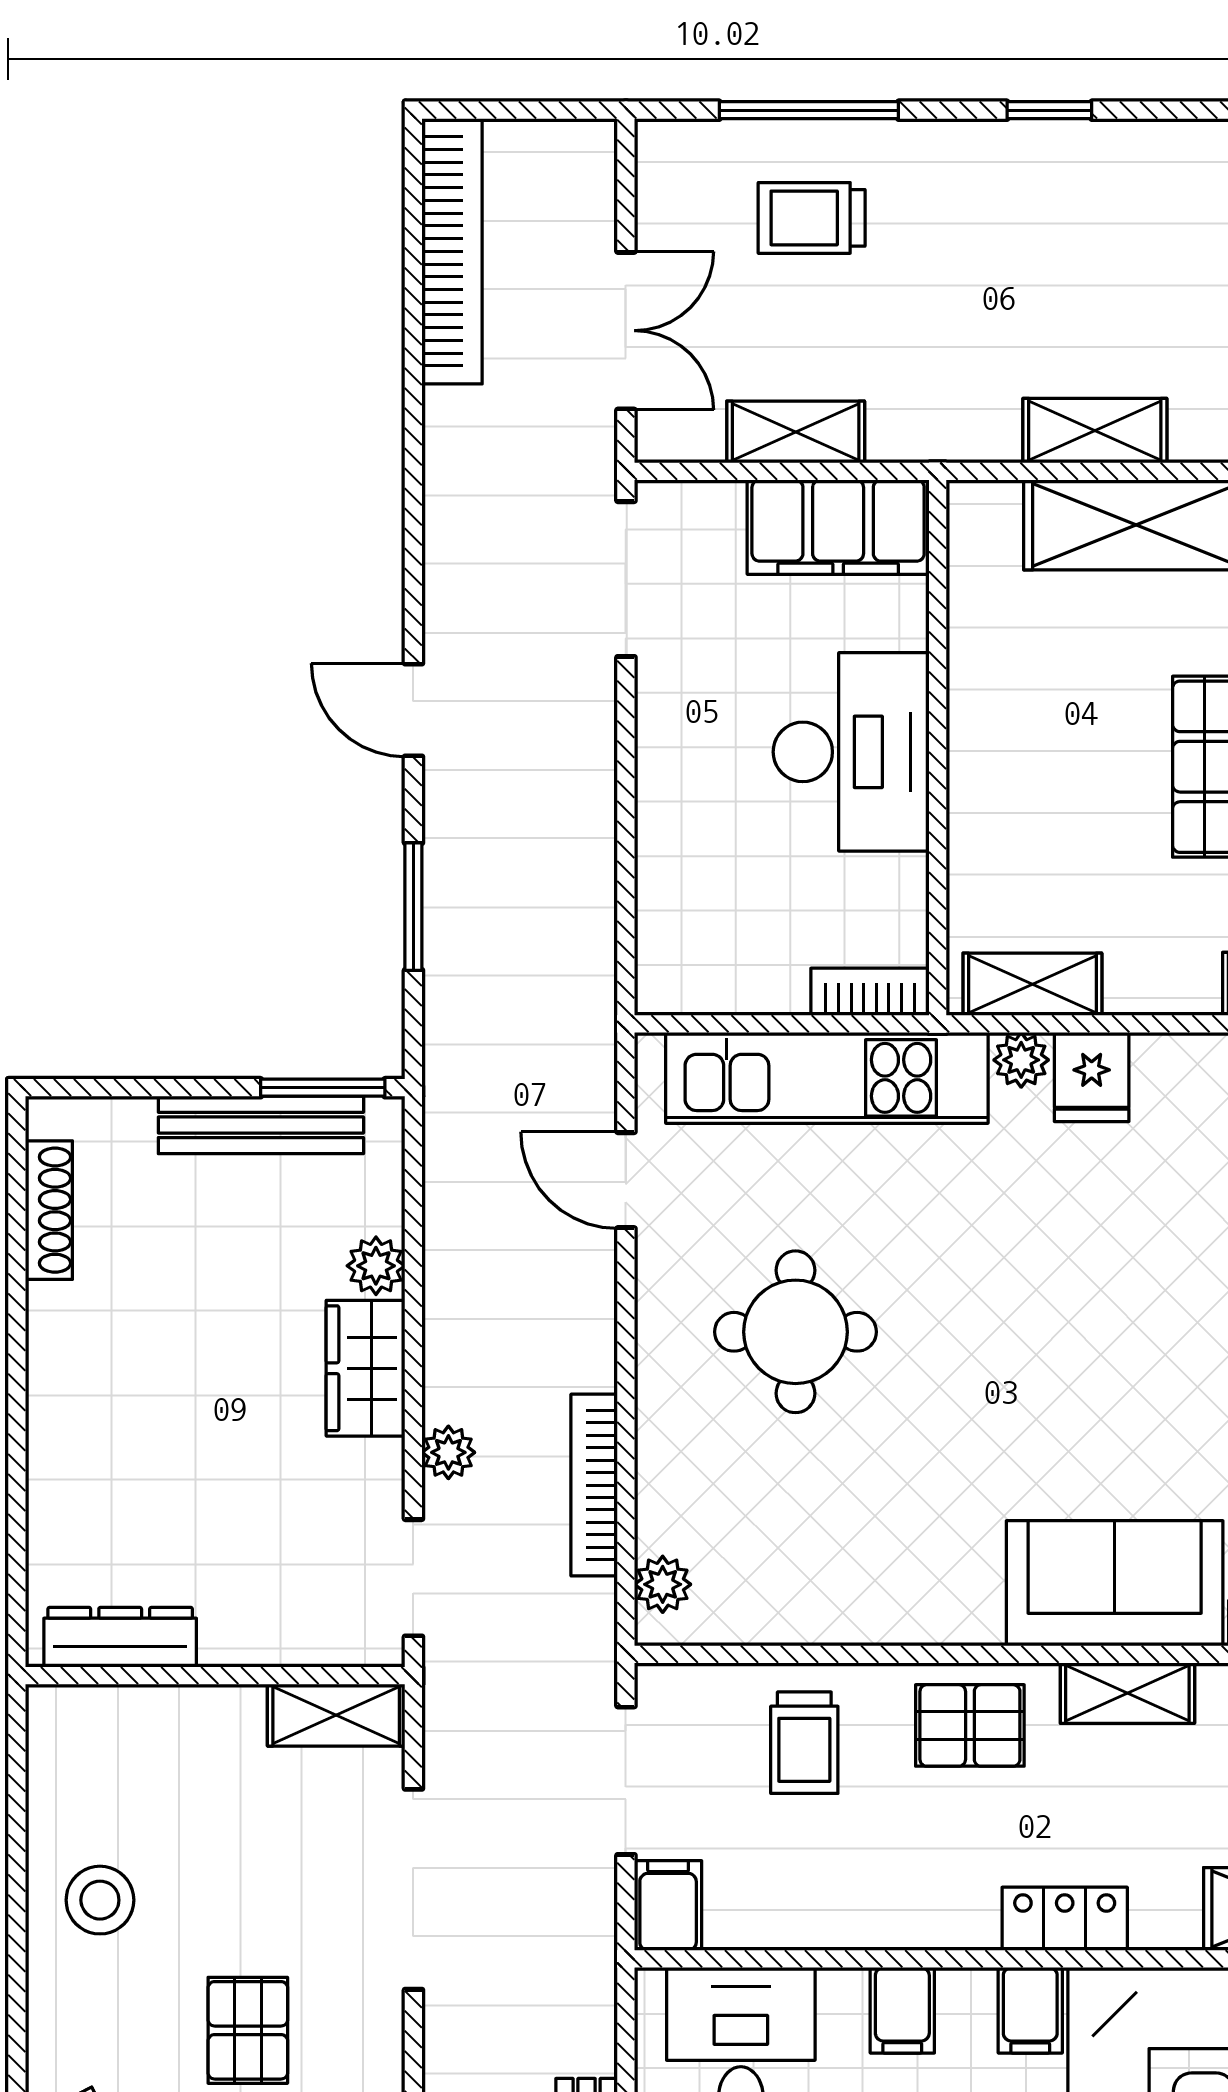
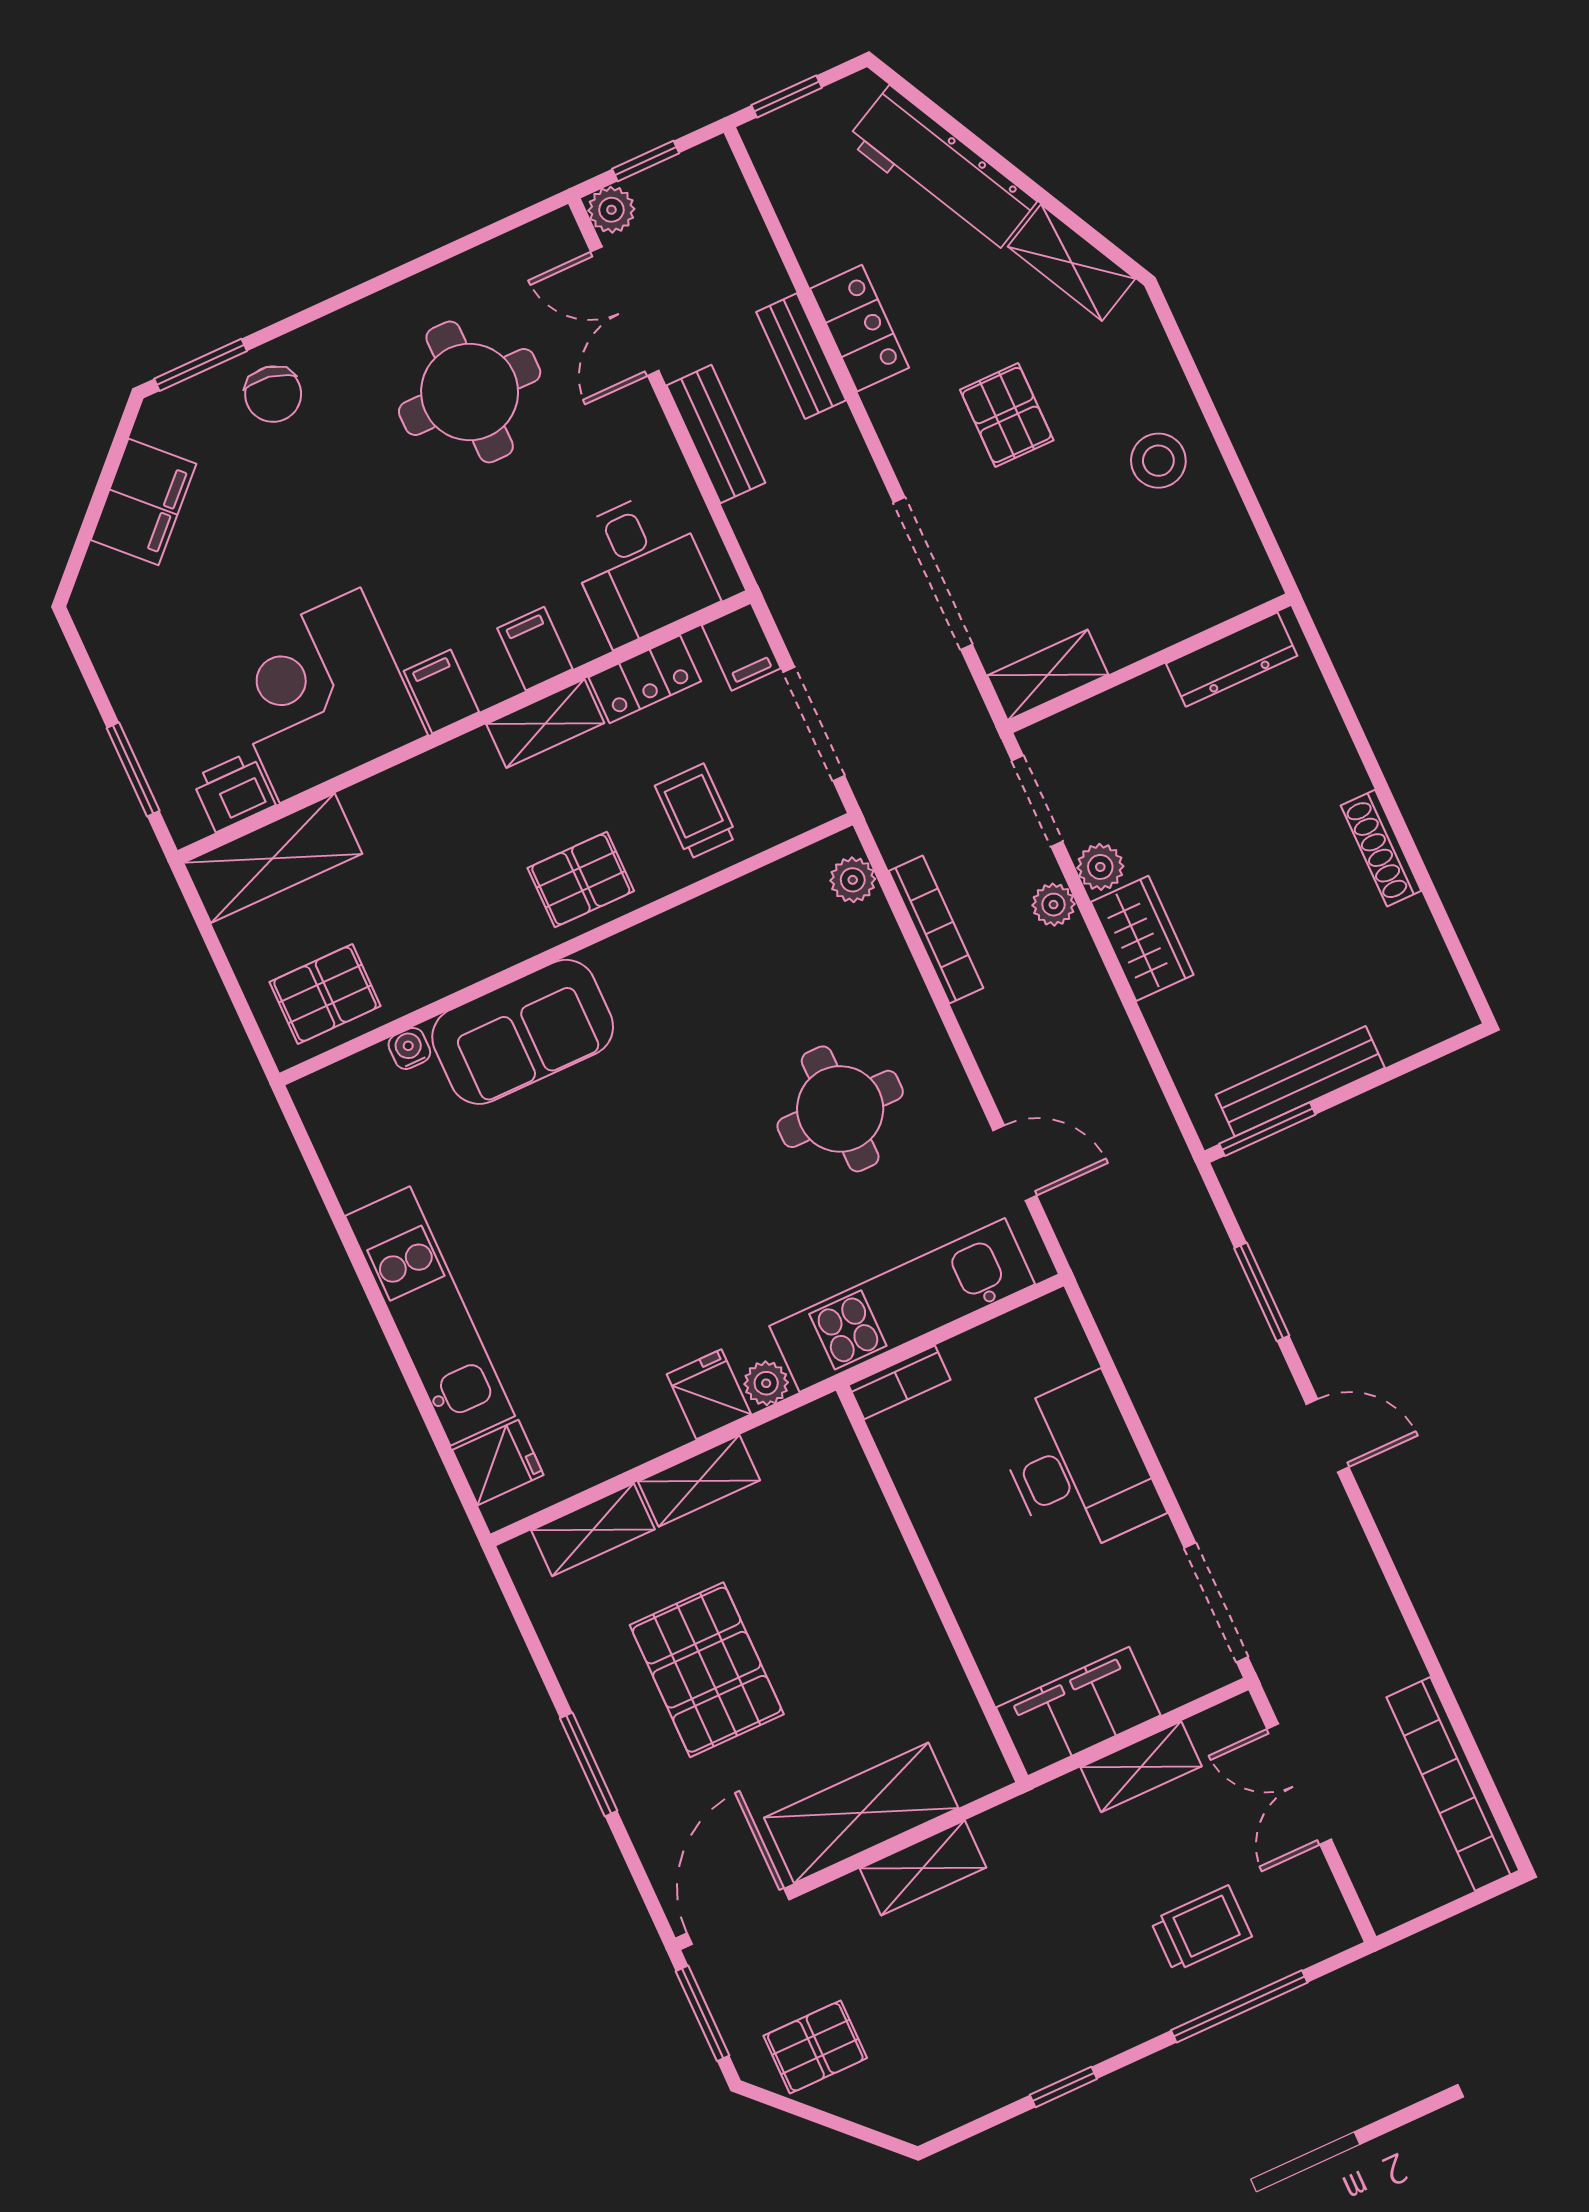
desk: (851, 752) -> (1077, 1467), moved, turned 180
shelving: (1032, 984) -> (699, 1481), moved
shoe rack: (49, 1210) -> (1381, 848), moved
plant: (376, 1266) -> (1100, 867), moved
shelving: (1127, 1693) -> (545, 723), moved
locker: (1065, 1919) -> (645, 679), moved

